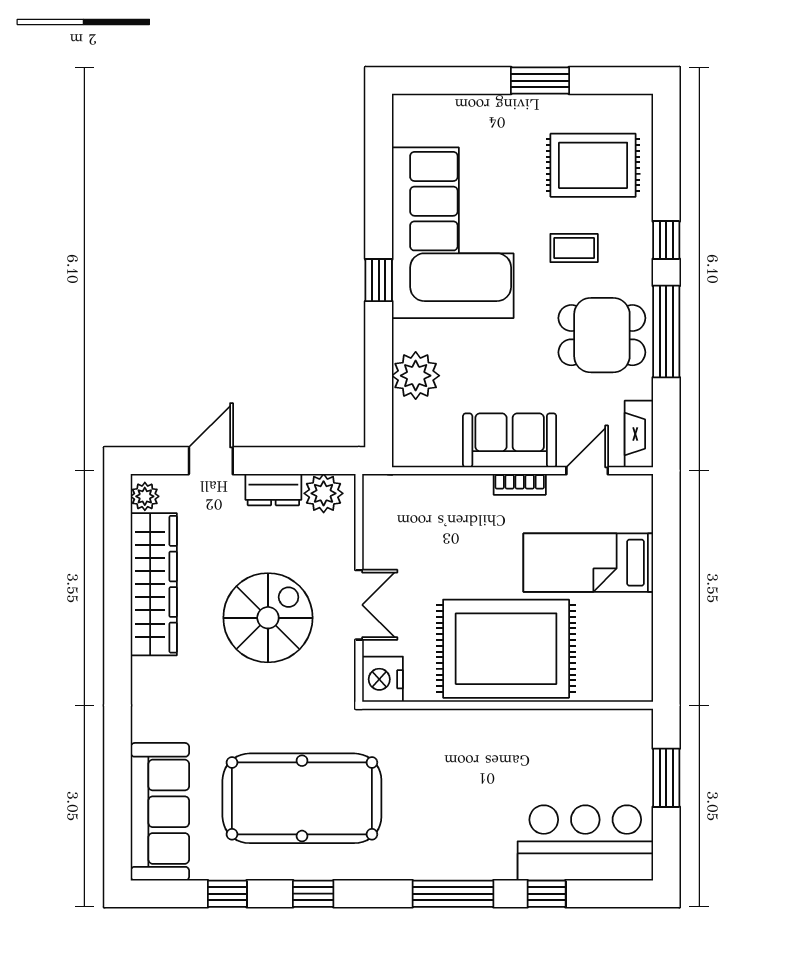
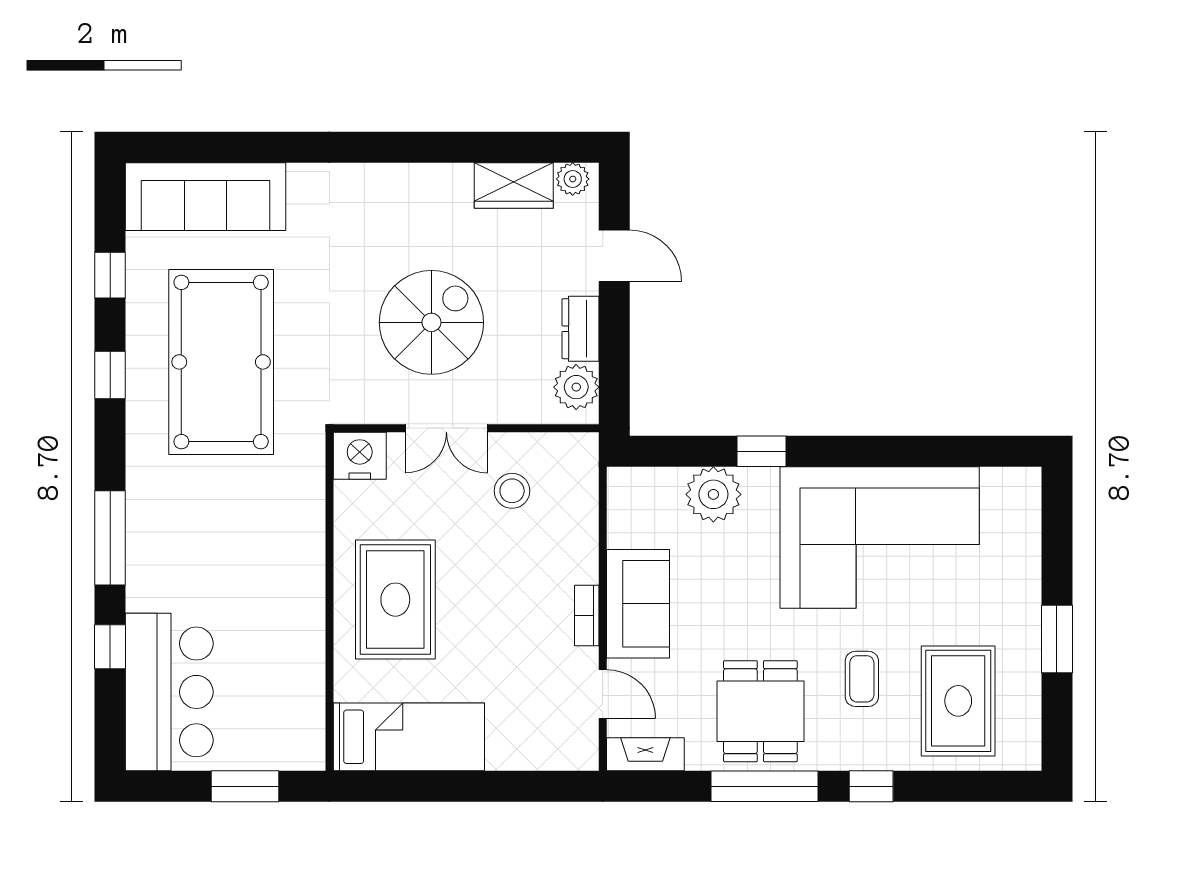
window: (379, 280) -> (761, 451), moved
stool: (413, 548) -> (512, 491), added
bed: (588, 563) -> (409, 737), moved, turned 90
wardrobe: (154, 584) -> (514, 185), width x0.48, depth x0.85
spiral stairs: (268, 618) -> (431, 322), turned -90
rug: (506, 649) -> (395, 600), width x0.73, depth x0.69

